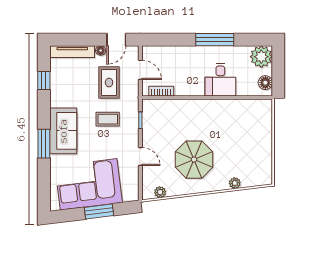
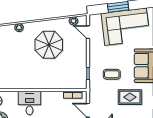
rug: (109, 83) -> (130, 97), moved, turned 90
door: (140, 157) -> (88, 32), moved

